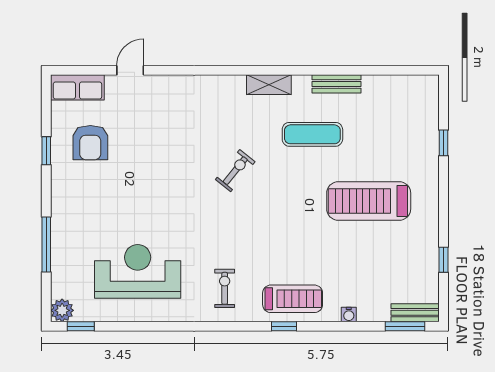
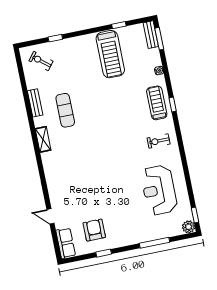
armchair: (90, 143) -> (94, 230), turned -90
exercise bike: (235, 171) -> (41, 61), moved
treadmill: (369, 201) -> (110, 54), moved

